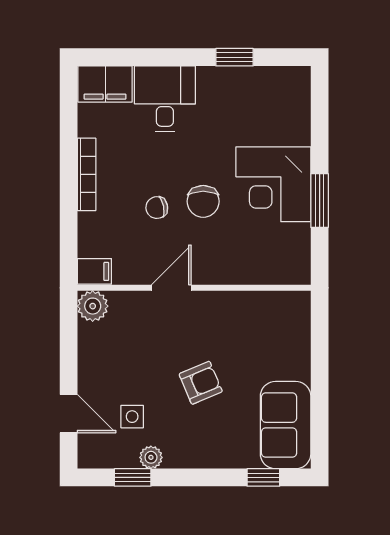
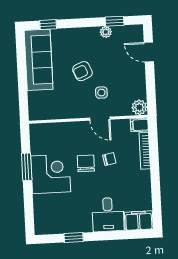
bookcase: (87, 174) -> (145, 151), moved
door: (171, 288) -> (100, 119), hinge flipped
side table: (132, 417) -> (101, 93), moved
sofa: (286, 425) -> (39, 60), width x1.36

